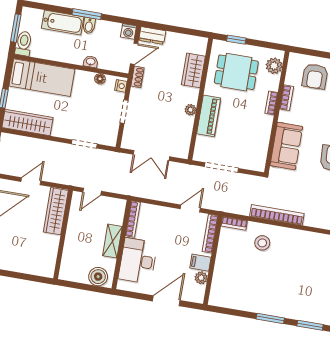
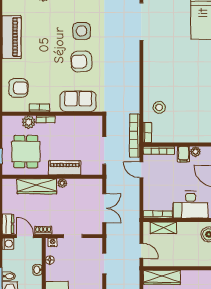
plant: (274, 66) -> (29, 122), moved
wardrobe: (193, 70) -> (37, 186), width x1.50
bookcase: (277, 215) -> (135, 136), moved
shelving: (112, 241) -> (163, 228), moved

